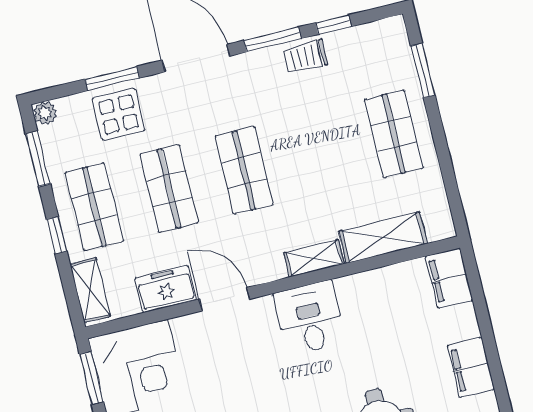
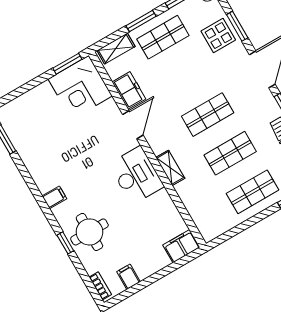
shop shelf: (169, 189) -> (230, 153), moved
window: (57, 235) -> (141, 21), width x1.50
shelving: (383, 237) -> (193, 203), removed
desk: (310, 318) -> (136, 175), width x1.37
filing cabinet: (471, 367) -> (129, 277), width x0.50

